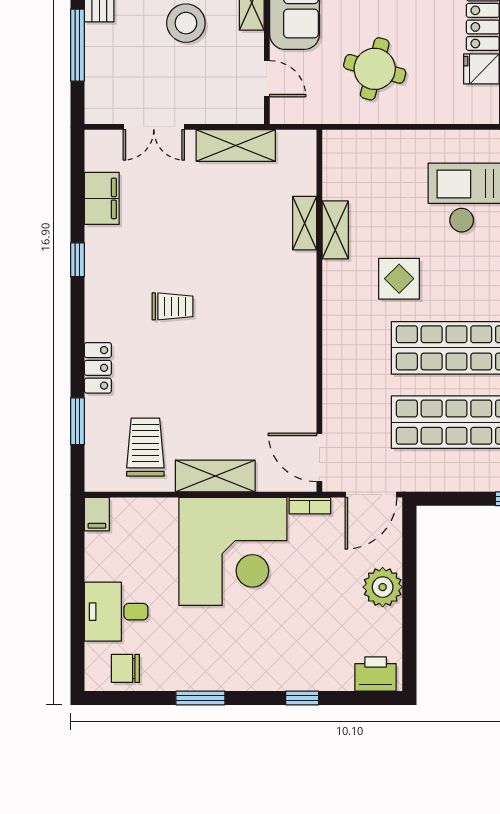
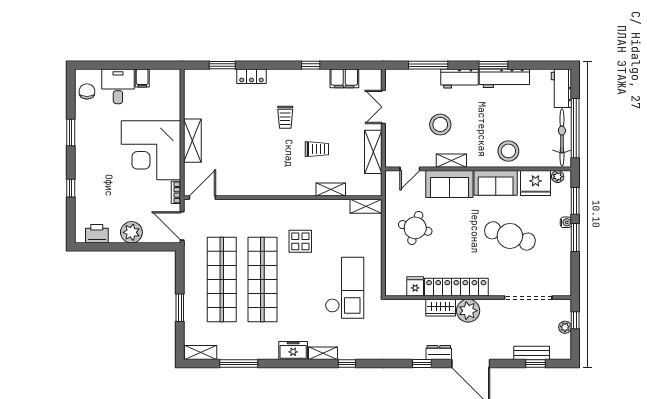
shelving: (335, 230) -> (366, 206), moved
trolley: (145, 447) -> (317, 149), moved, width x0.73, depth x0.72
filing cabinet: (97, 514) -> (142, 78), moved, turned -90
printer: (376, 674) -> (97, 234), moved, turned -90

